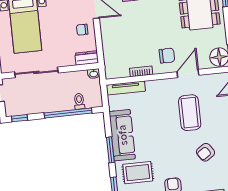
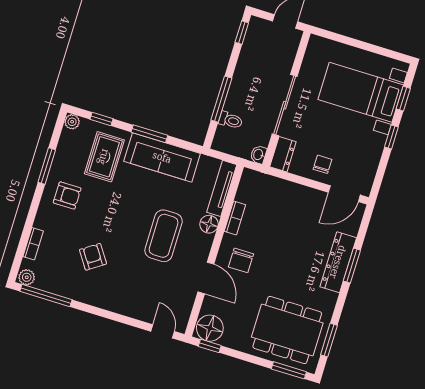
sliding door: (36, 72) -> (285, 105), moved
floor lamp: (152, 86) -> (209, 224), added
window: (68, 113) -> (221, 99), width x0.68
coffee table: (190, 113) -> (164, 236), moved, turned 90

